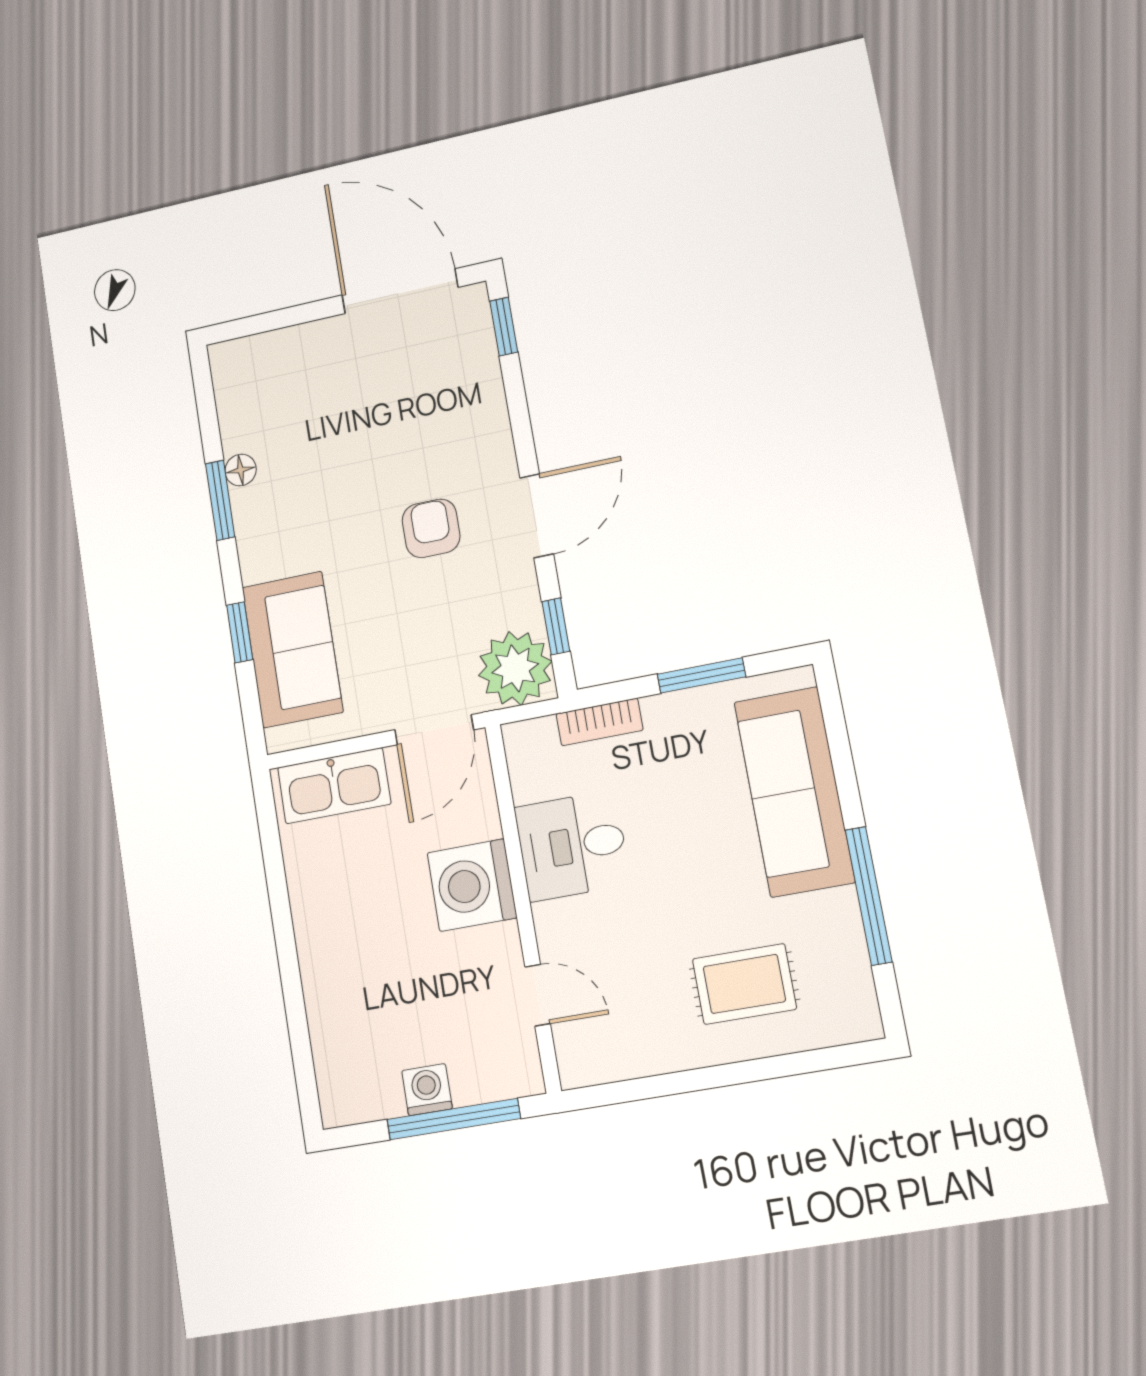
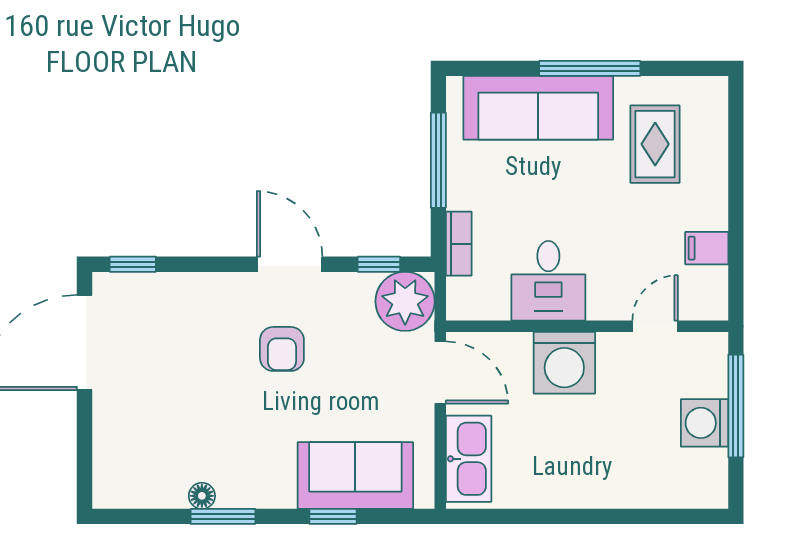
armchair: (431, 528) -> (282, 349), turned -90
window: (701, 675) -> (438, 160), width x1.44
window: (869, 896) -> (590, 68), moved
rug: (744, 984) -> (655, 144), moved
filing cabinet: (651, 1047) -> (707, 248), added
washing machine: (427, 1090) -> (705, 423), width x1.38, depth x1.38

